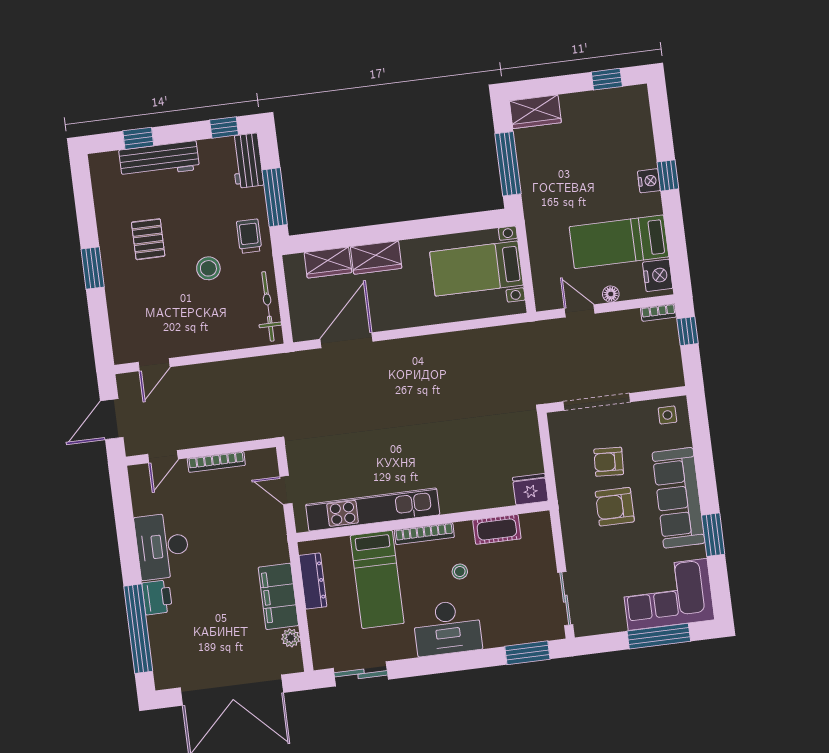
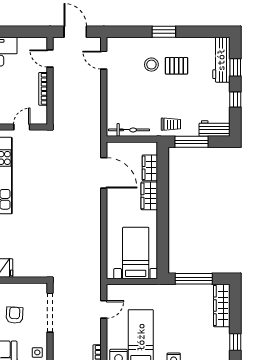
wardrobe: (535, 112) -> (222, 305), width x1.50
window: (224, 127) -> (235, 99), moved
workbench: (159, 160) -> (221, 60), moved
stool: (208, 268) -> (151, 65), moved
floor lamp: (611, 294) -> (111, 329), removed

